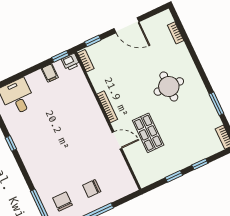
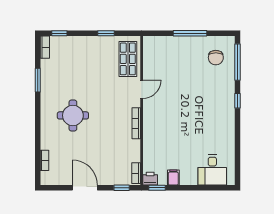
shop shelf: (148, 133) -> (128, 59), moved
door: (117, 140) -> (142, 89), swing flipped
window: (11, 143) -> (238, 101), moved
window: (200, 164) -> (59, 33), moved
chair: (92, 188) -> (184, 57), removed

